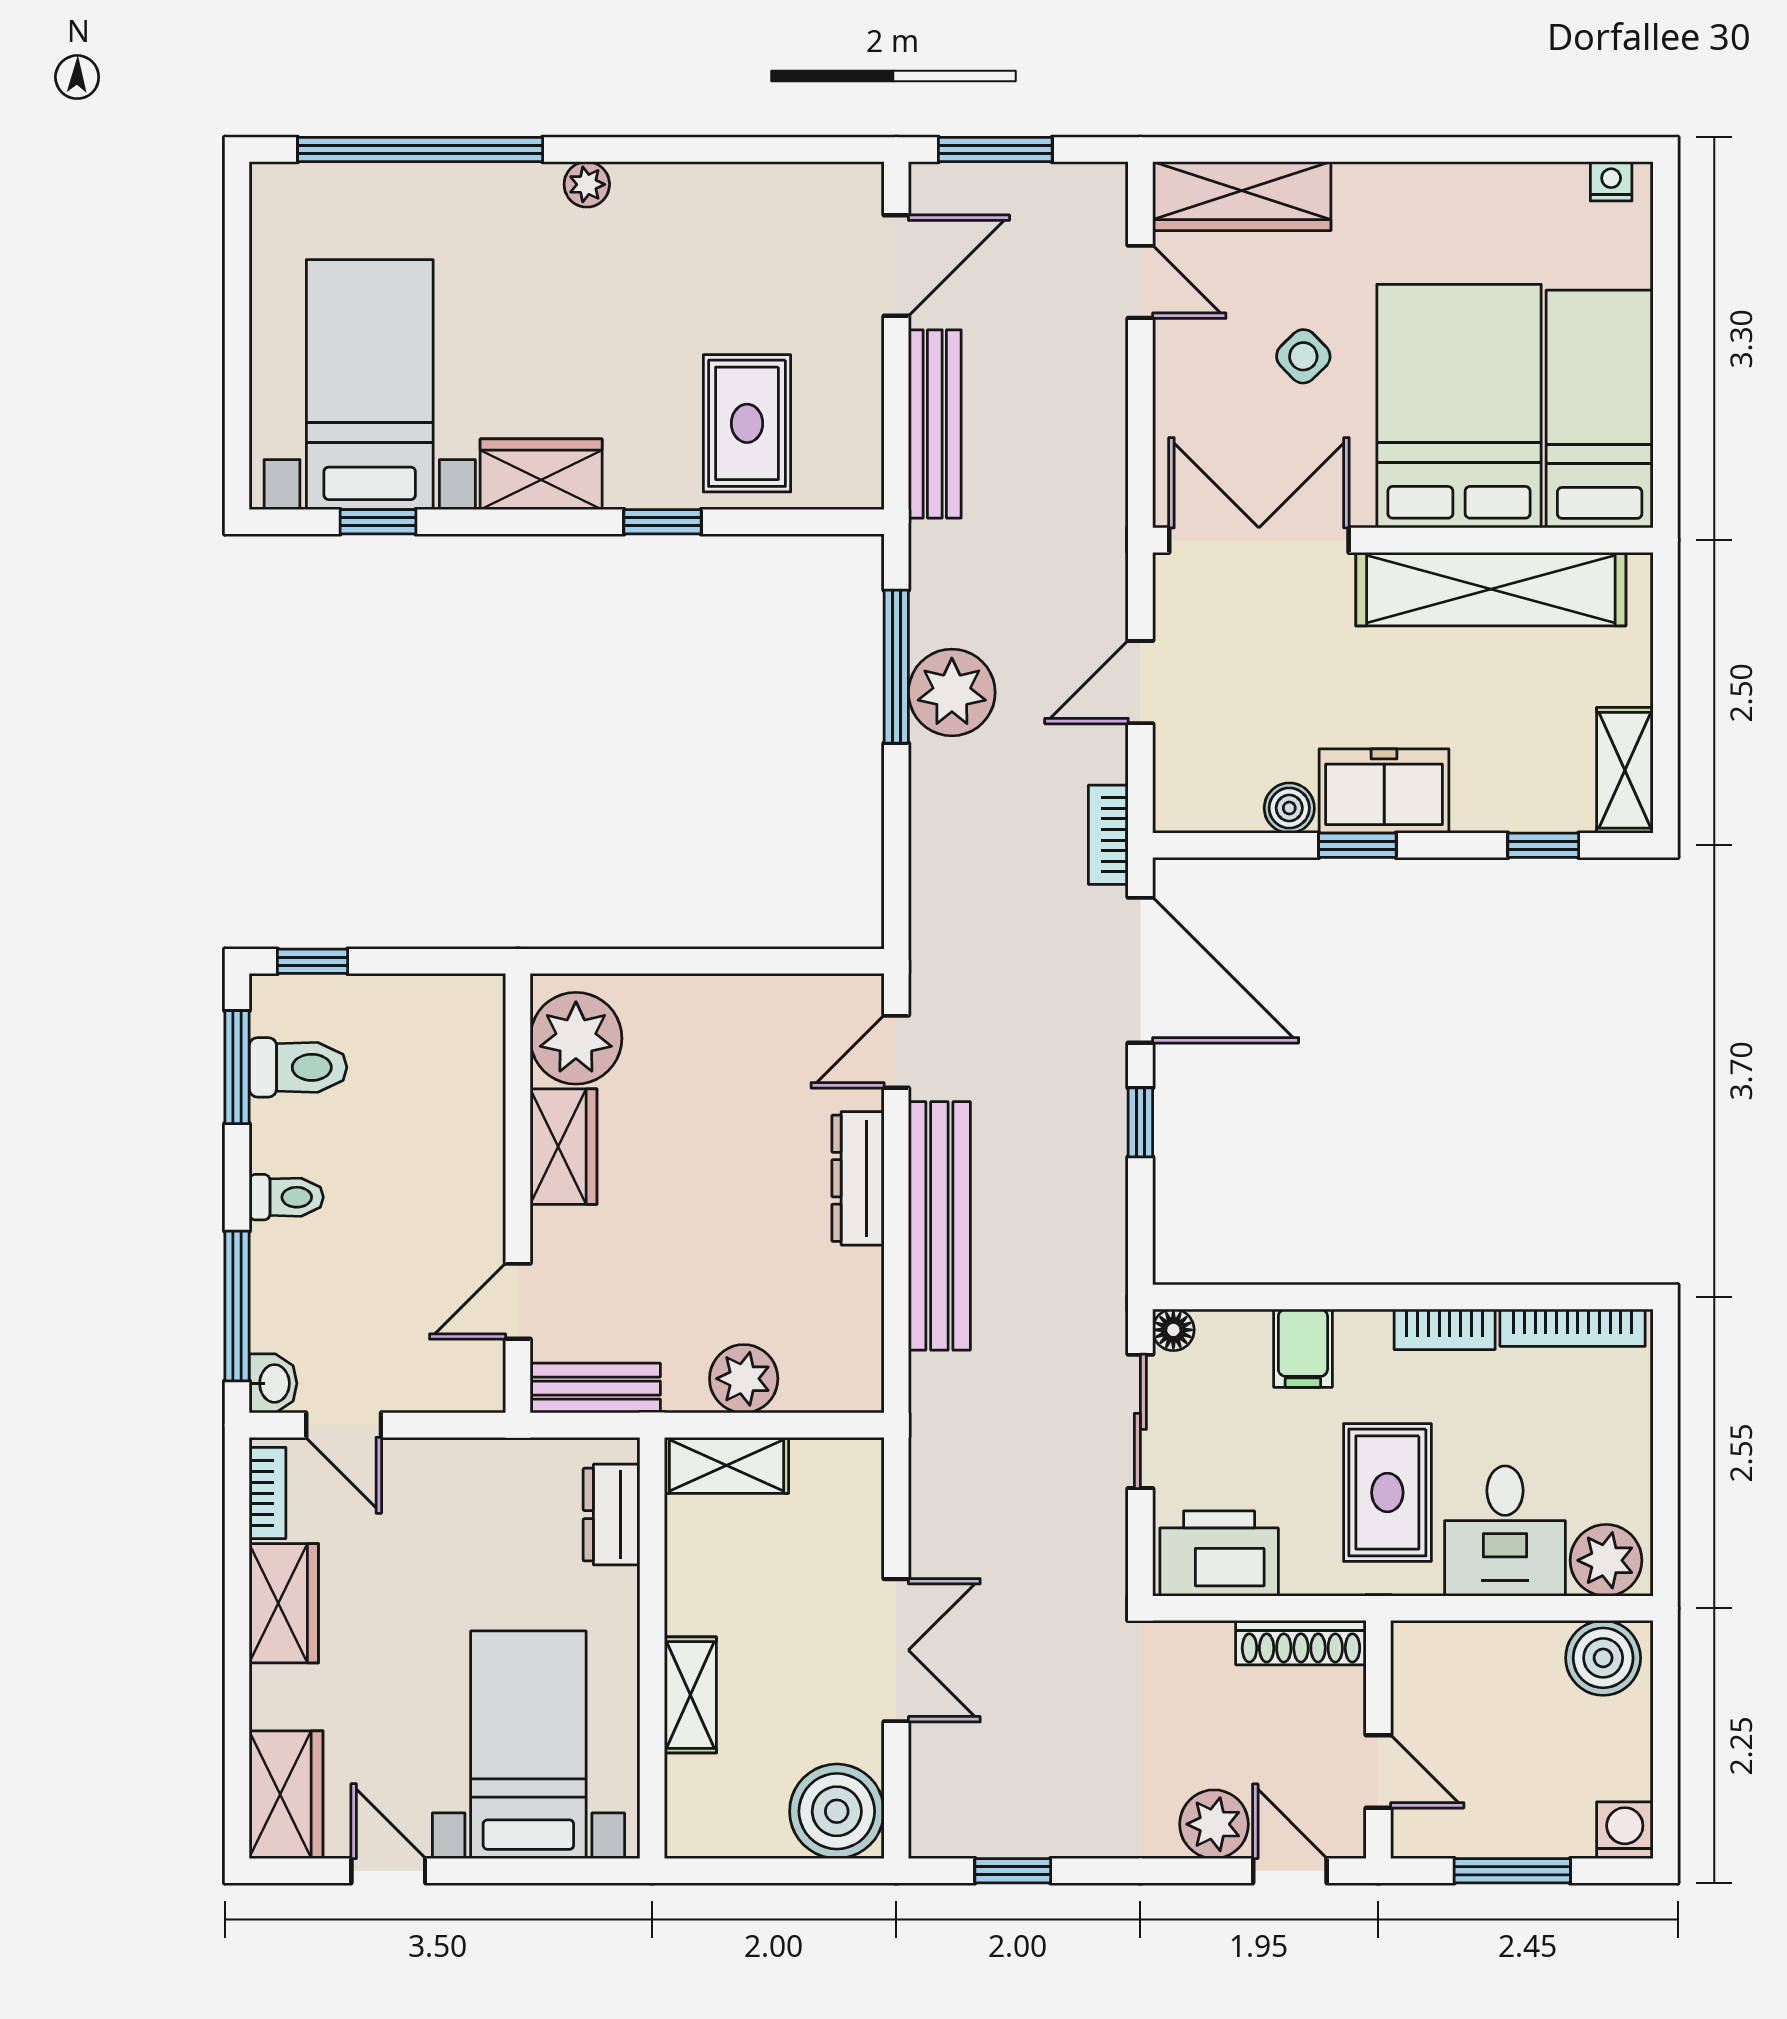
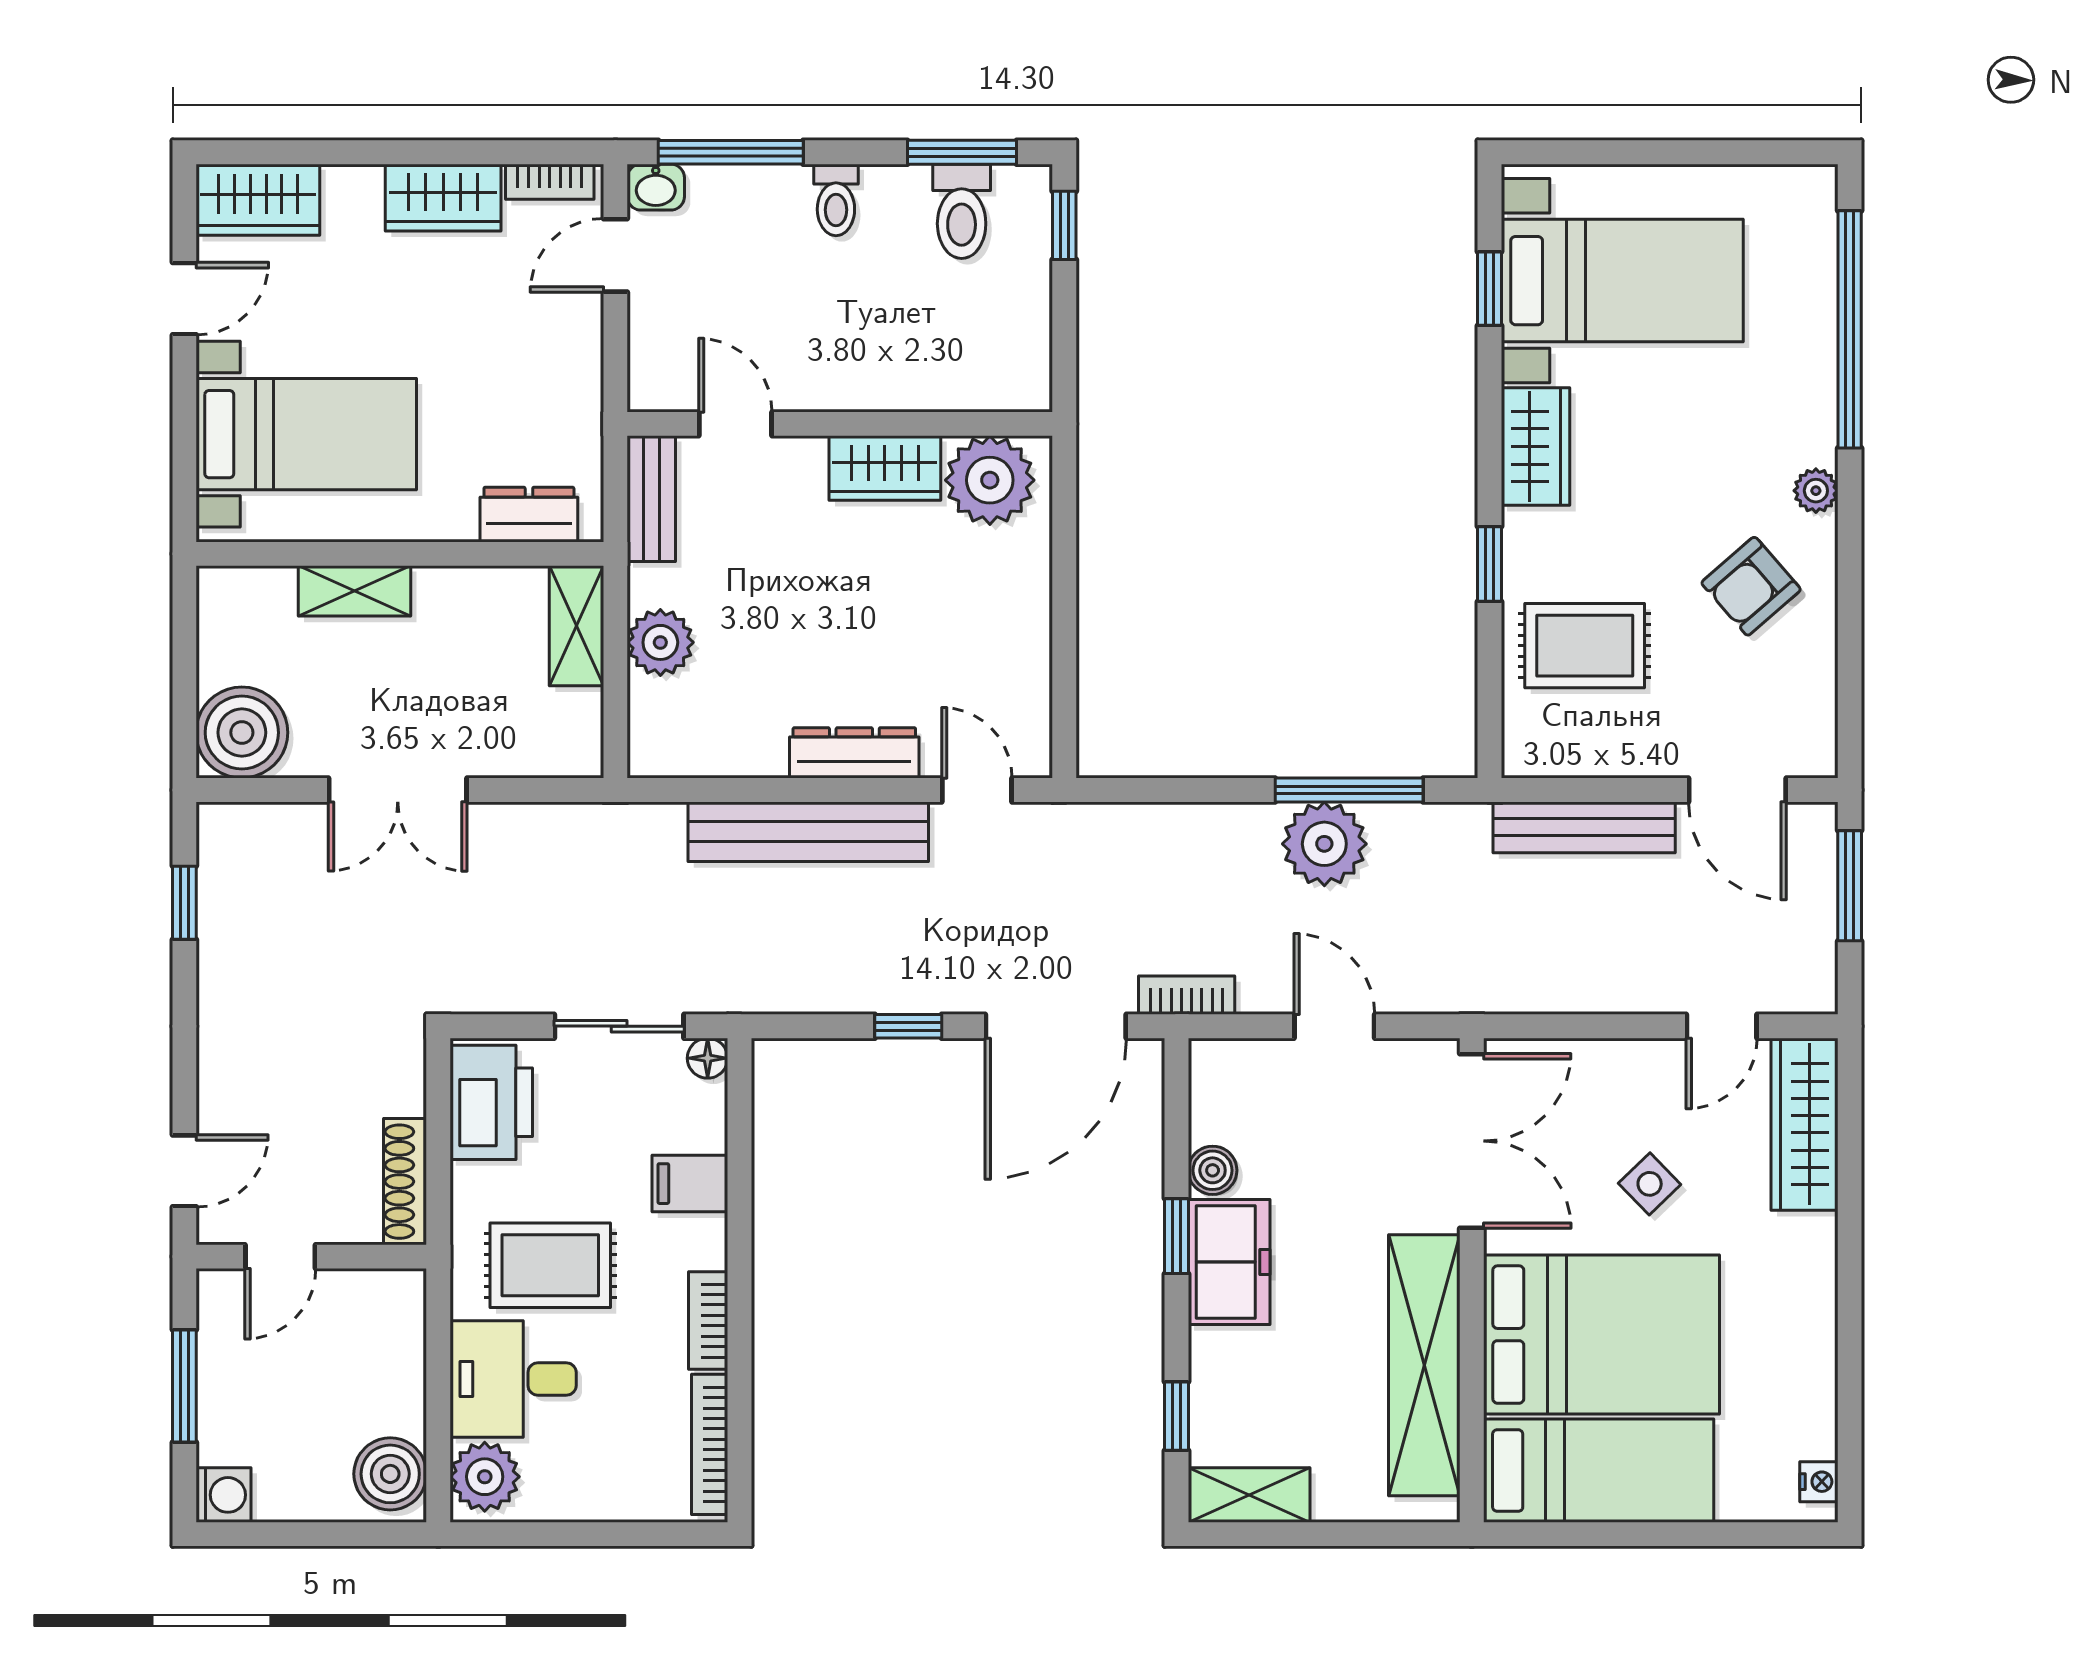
armchair: (686, 251) -> (1751, 586), added
plant: (1214, 1824) -> (229, 1098), removed

